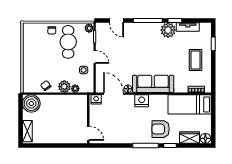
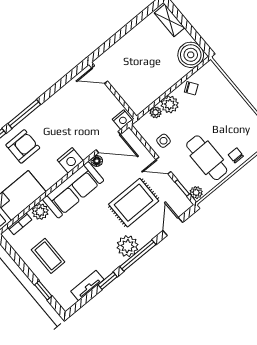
door: (117, 21) -> (173, 227), hinge flipped
plant: (168, 30) -> (127, 246), moved
rug: (127, 50) -> (134, 203), added
plant: (180, 87) -> (40, 212), added

